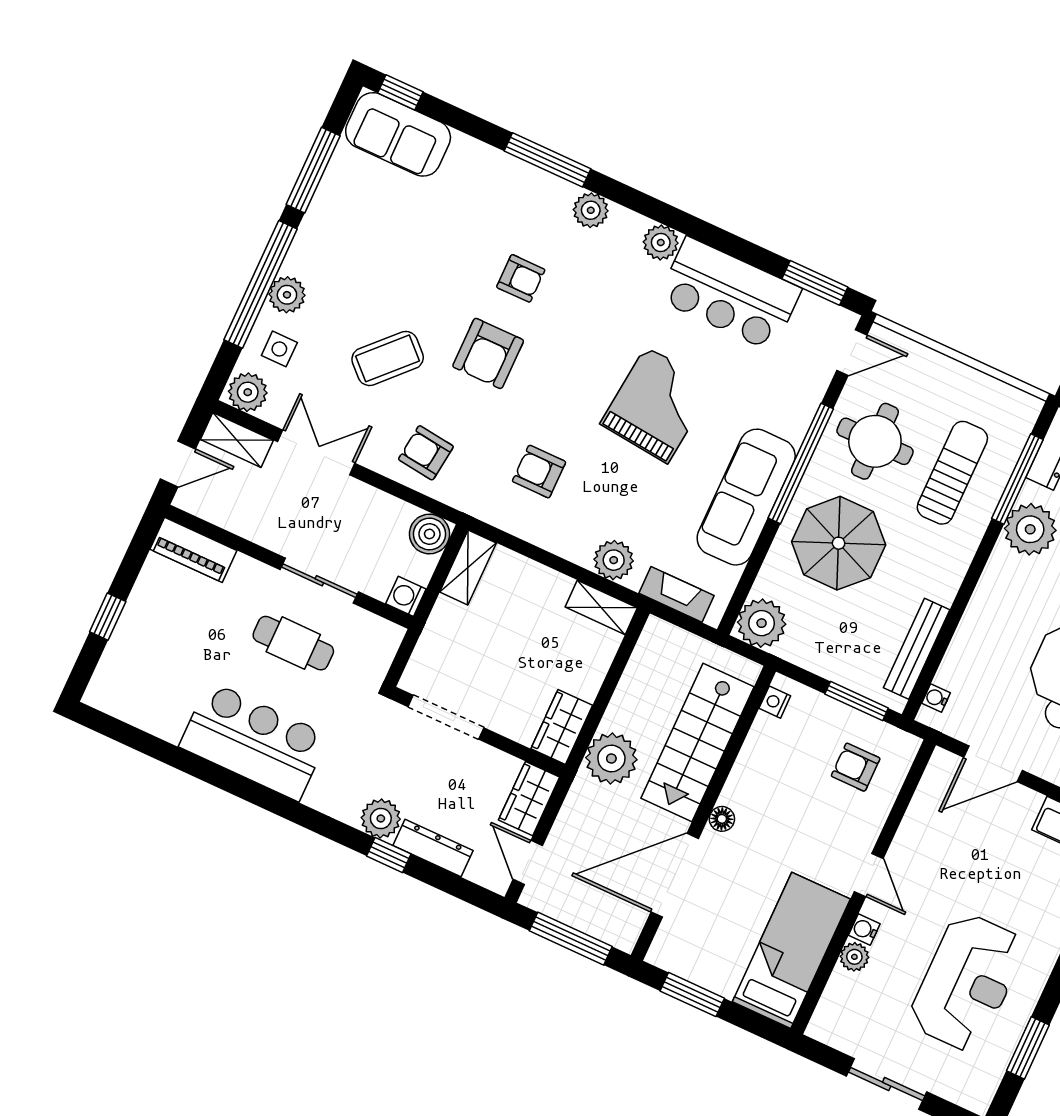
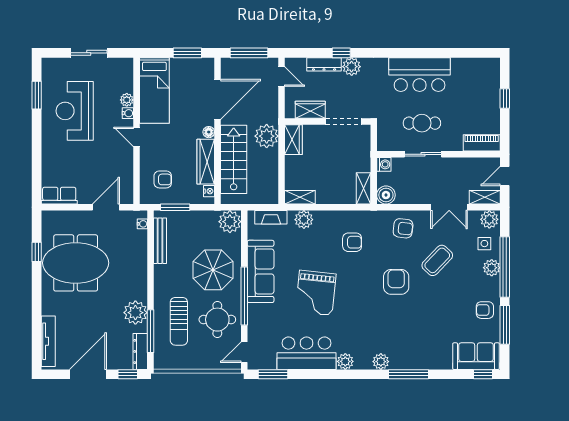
armchair: (521, 278) -> (485, 310), moved
wardrobe: (755, 763) -> (206, 162), added
wardrobe: (529, 799) -> (310, 110), moved, turned -90

